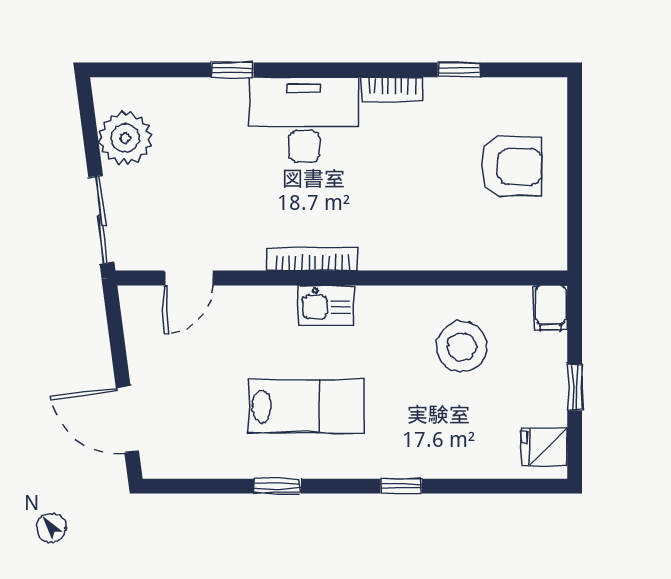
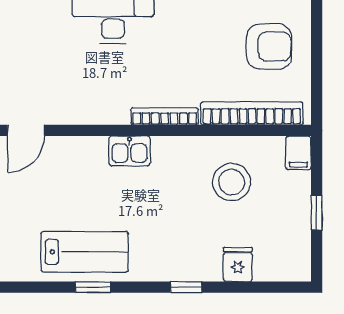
bookcase: (489, 255) -> (252, 113), added
bookcase: (312, 259) -> (165, 116), moved
lab bench: (306, 406) -> (85, 252), moved
fridge: (544, 447) -> (238, 264), moved, turned 90

